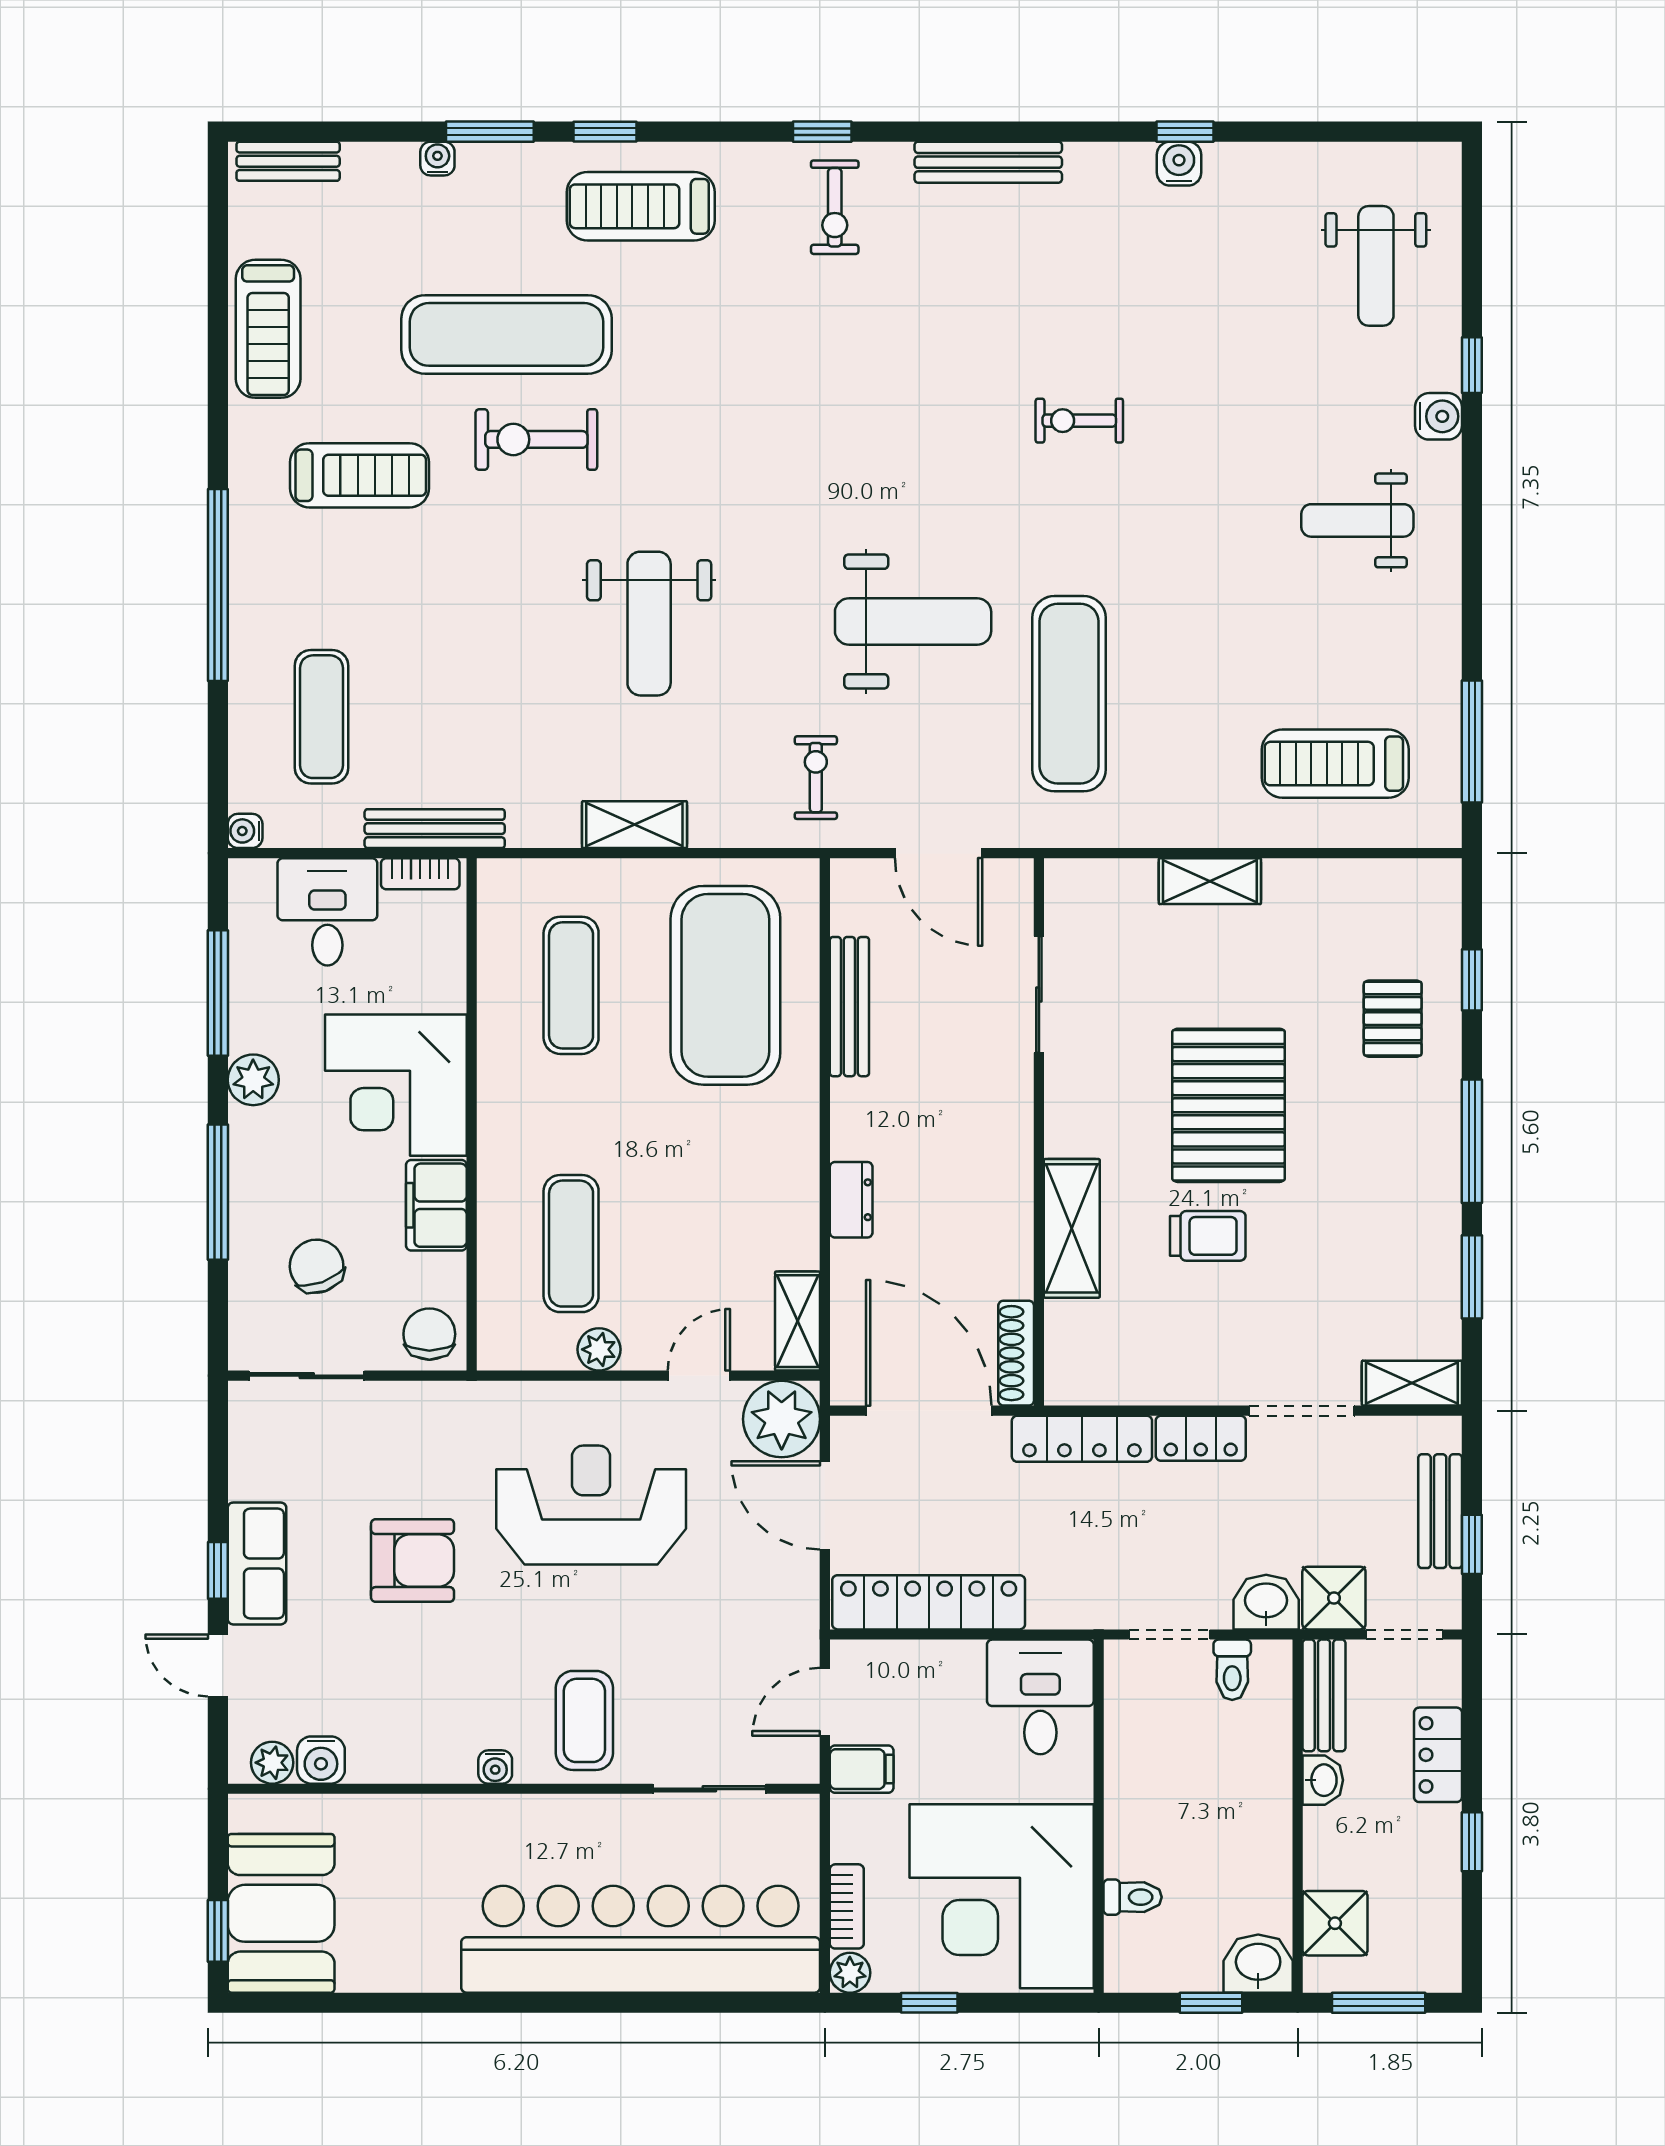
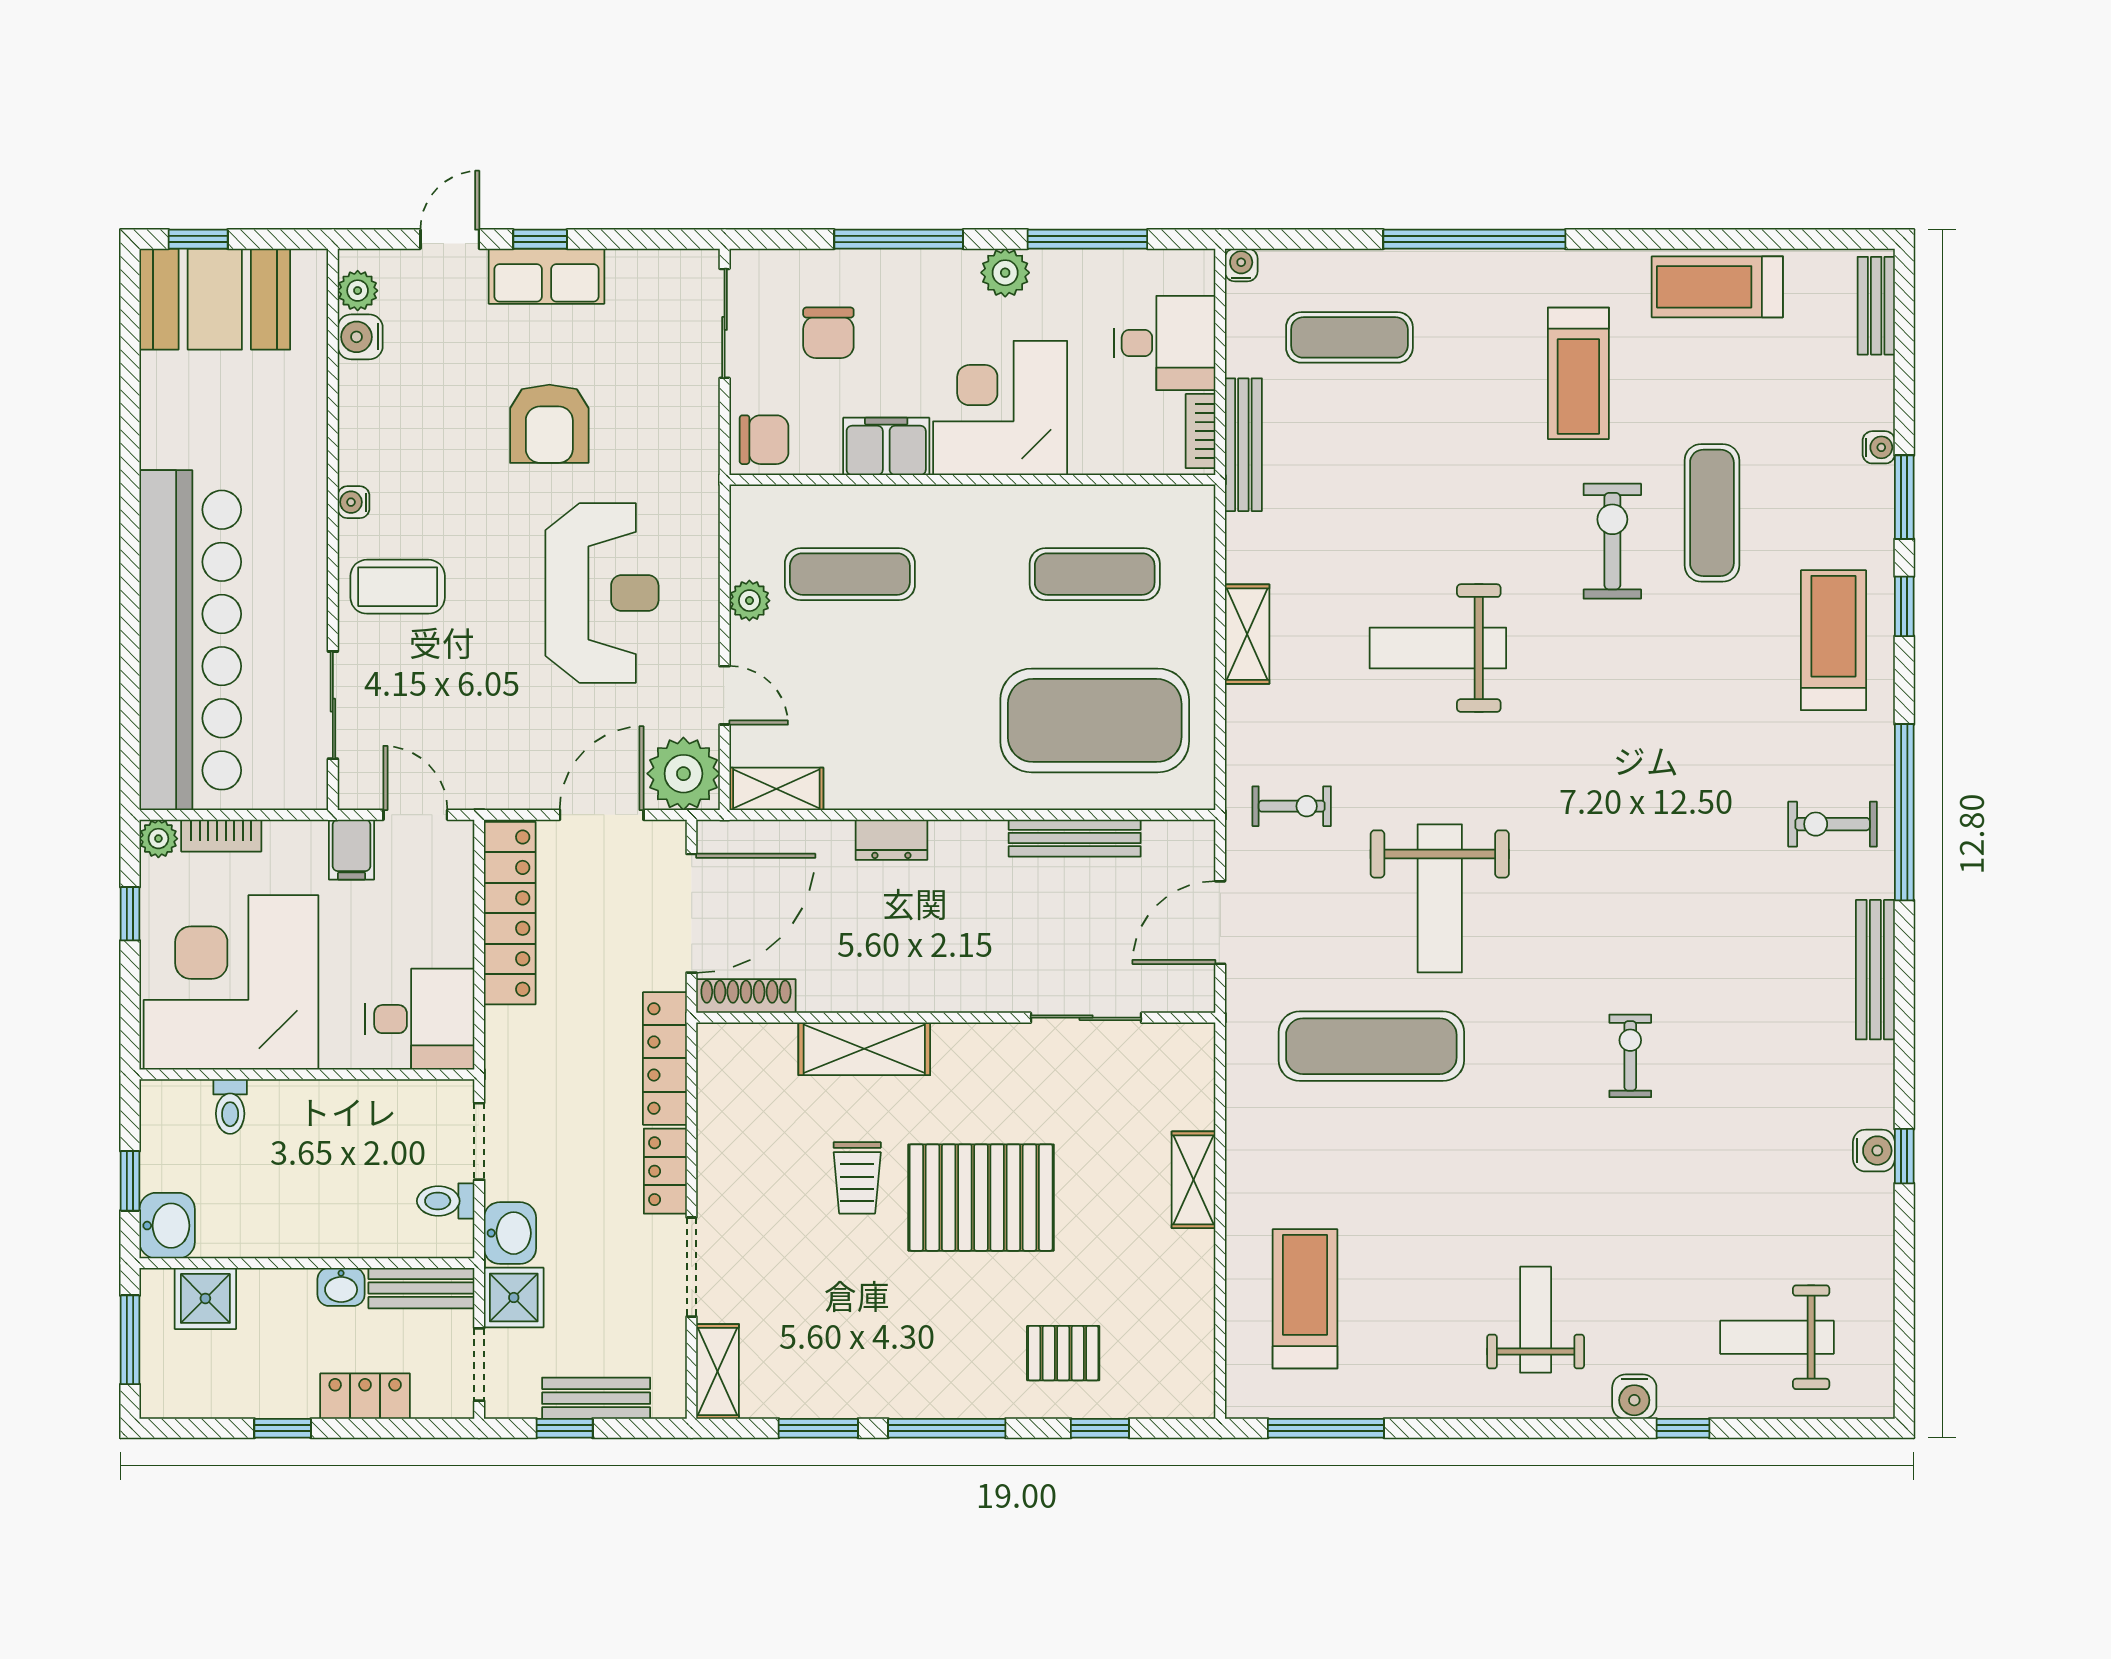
window: (822, 132) -> (1904, 812), width x3.17
exercise mat: (507, 334) -> (1712, 513), width x0.73, depth x0.69
chair: (317, 1266) -> (828, 333), turned 110

